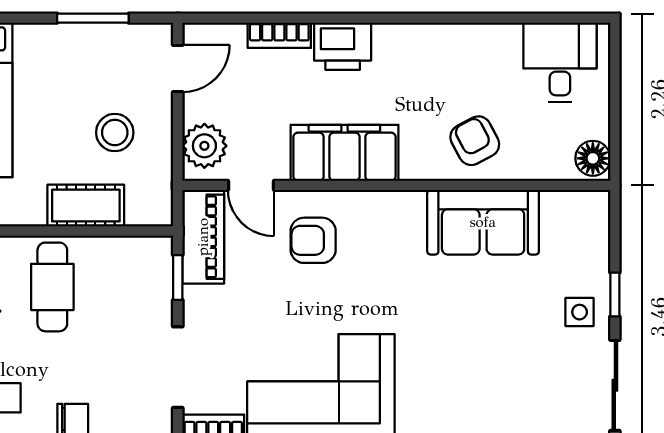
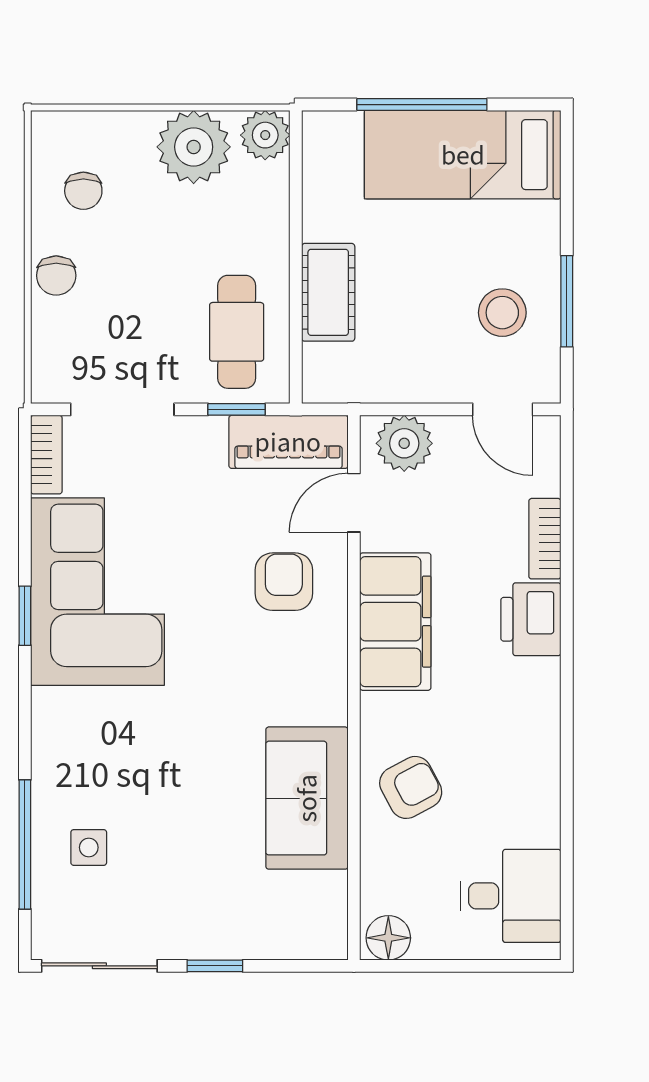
stool: (115, 133) -> (502, 313), moved
cafe table: (52, 287) -> (237, 332), moved, turned 90
side table: (580, 312) -> (89, 847), moved

